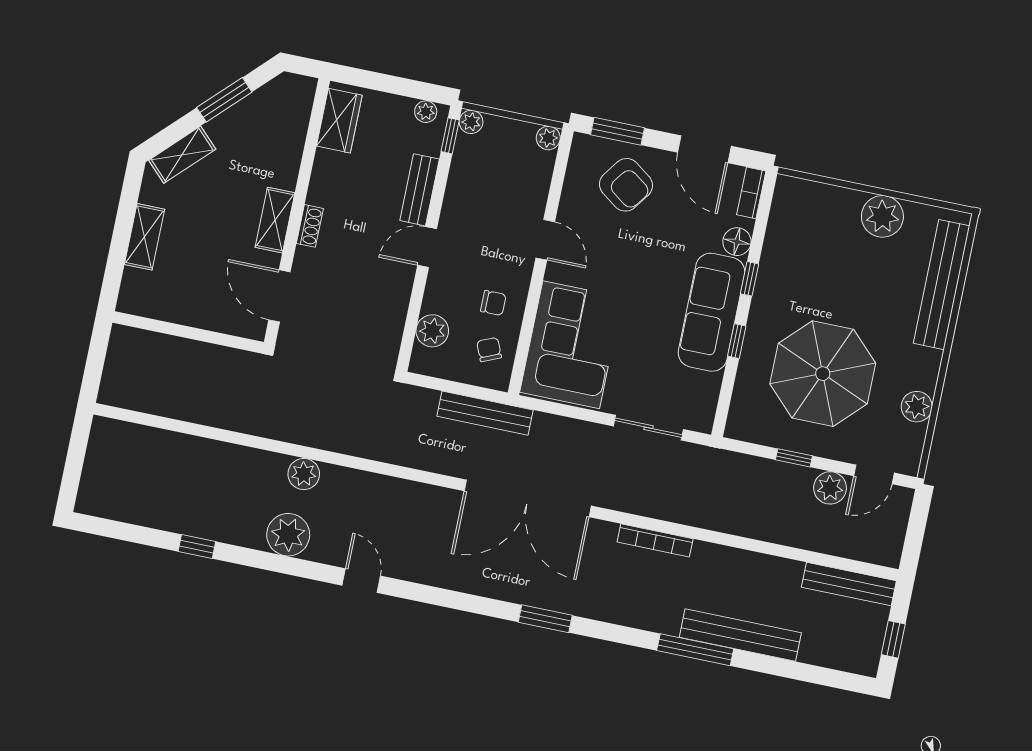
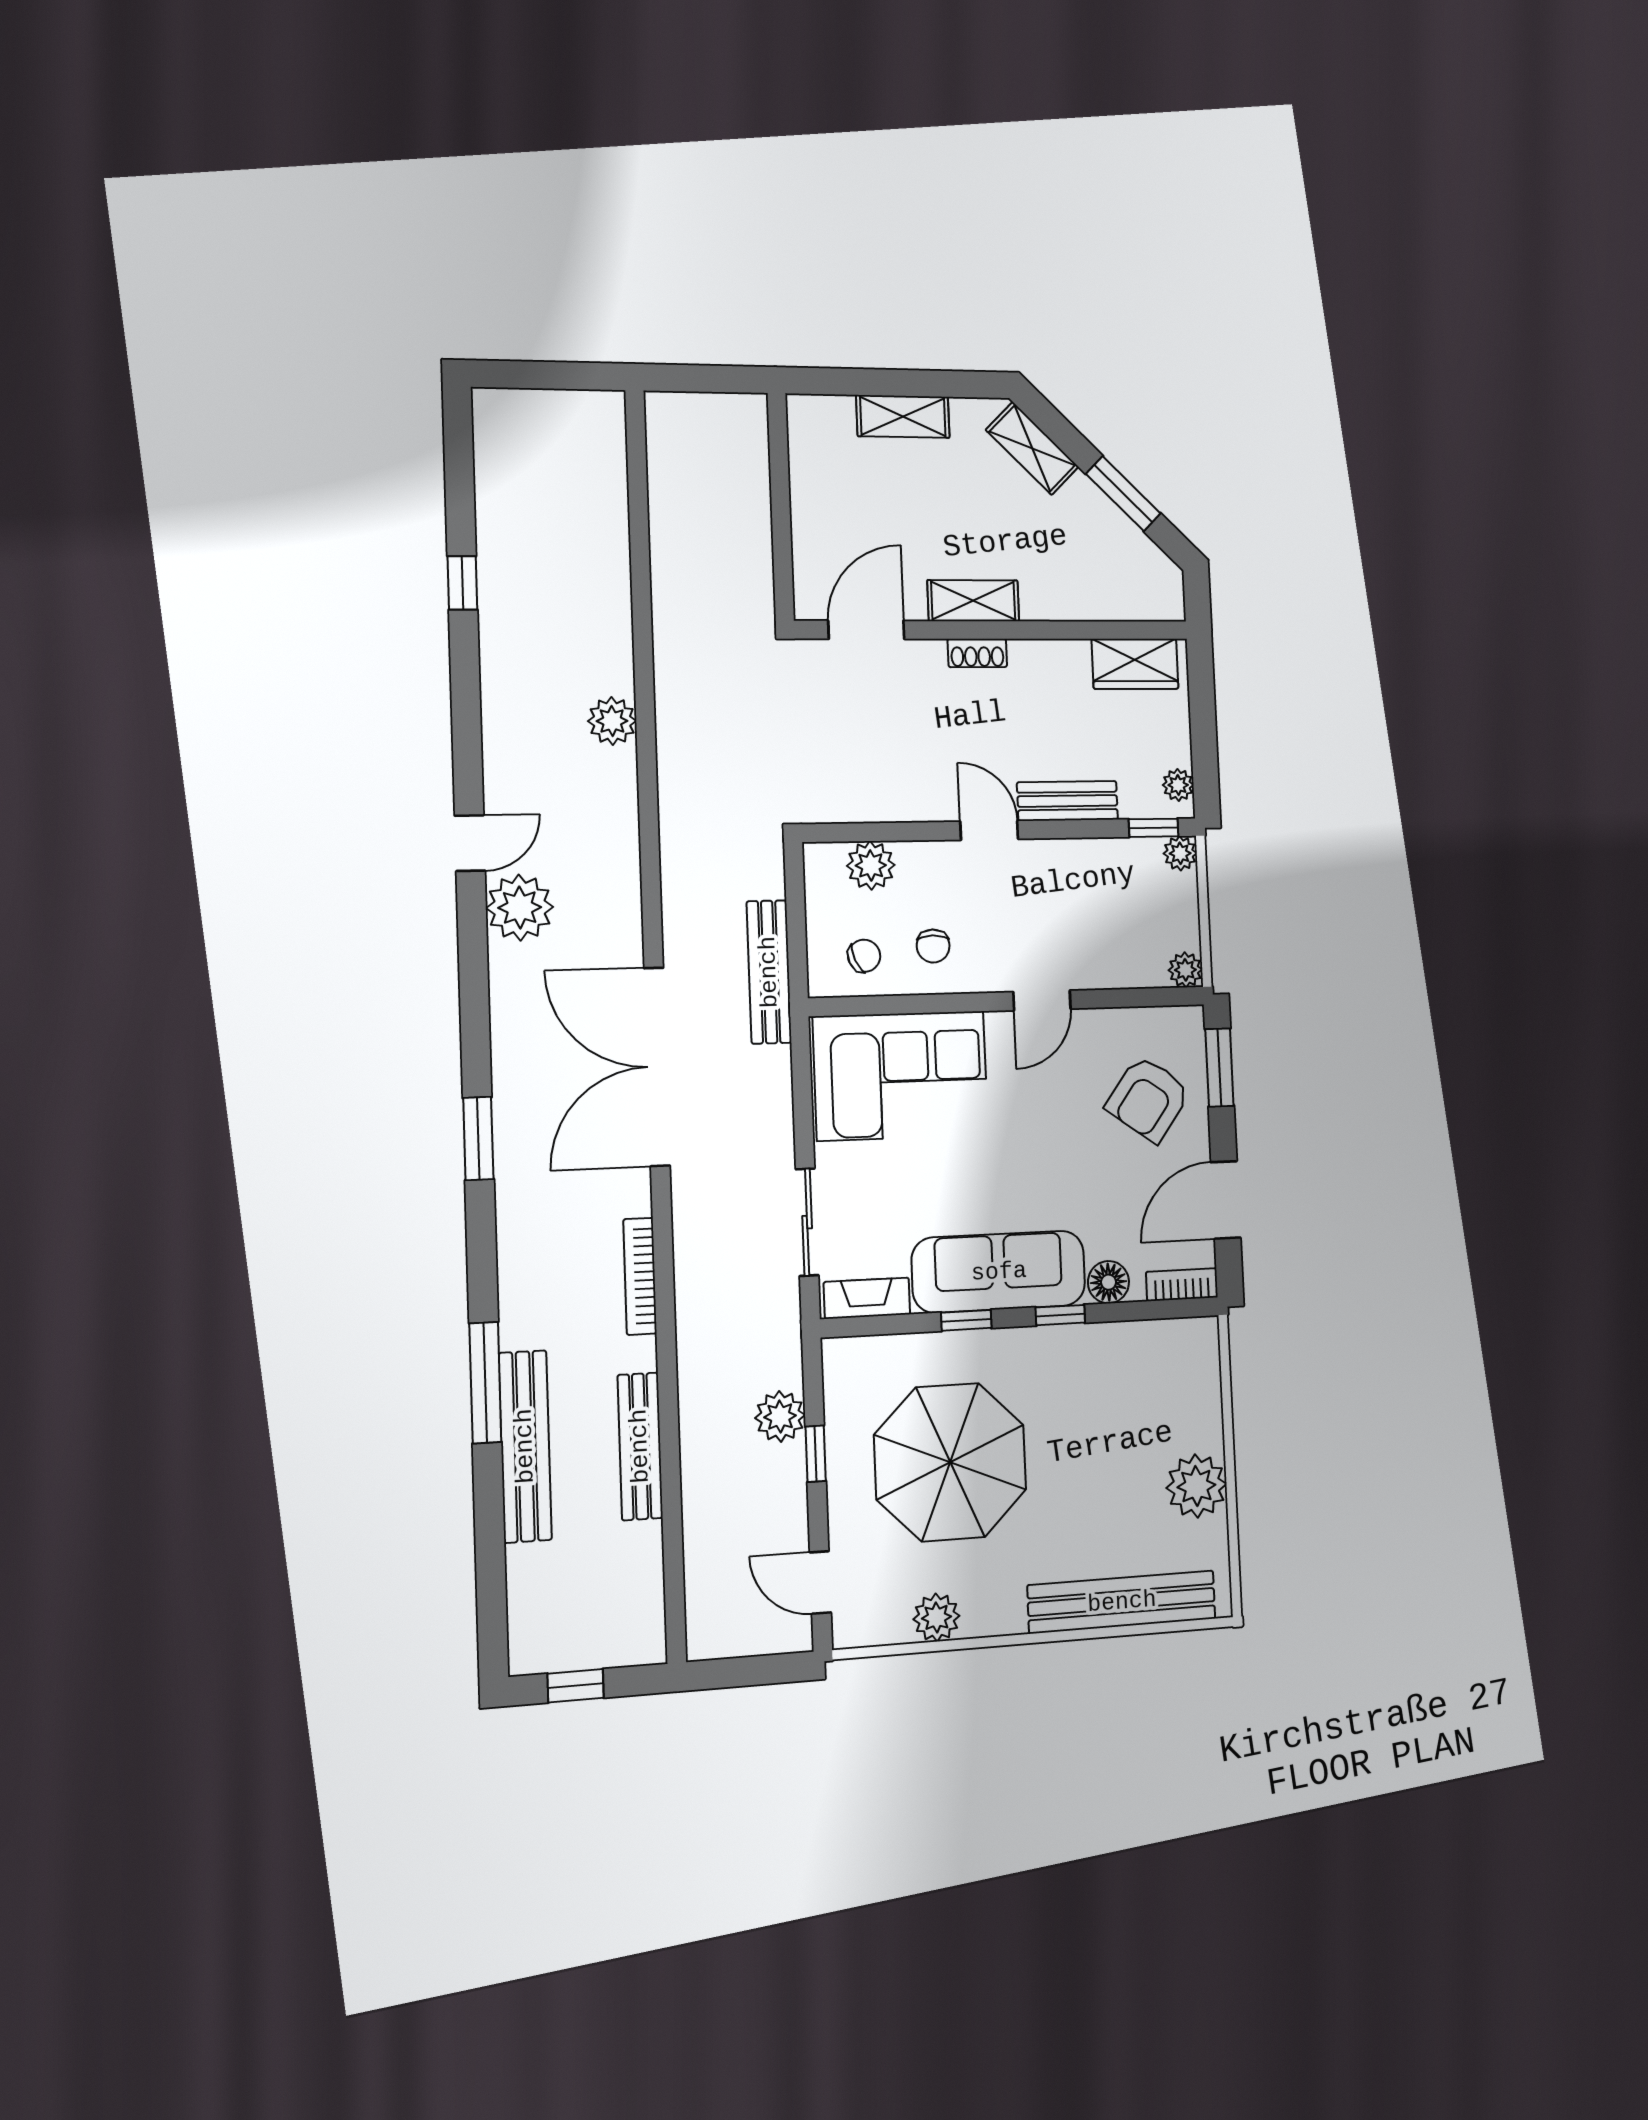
fireplace: (706, 401) -> (867, 1298), added
plant: (830, 488) -> (780, 1416), moved
plant: (288, 535) -> (520, 908), moved
bench: (849, 584) -> (640, 1446), moved

